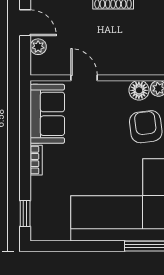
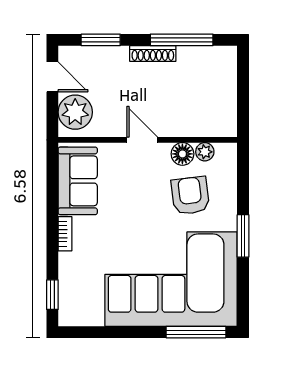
plant: (38, 47) -> (75, 112), width x1.88, depth x1.88
door: (84, 78) -> (142, 140), moved

